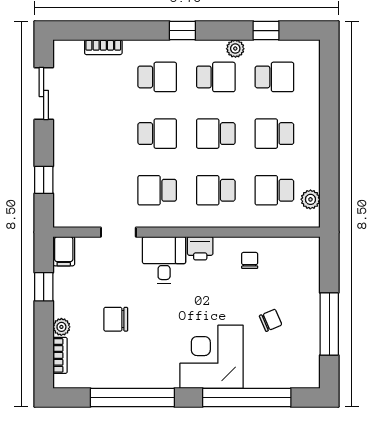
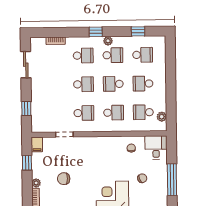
plant: (235, 49) -> (108, 41), moved
school desk: (157, 190) -> (84, 113), turned 180
school desk: (216, 190) -> (114, 113), turned 180
printer: (200, 248) -> (106, 142), removed
desk: (164, 260) -> (156, 147), moved

